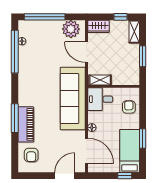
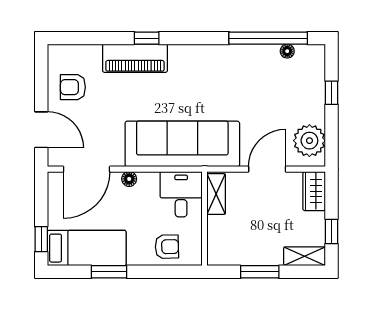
window: (45, 17) -> (332, 93), width x0.32
window: (15, 118) -> (147, 38), width x0.46
armchair: (31, 155) -> (73, 87), moved

